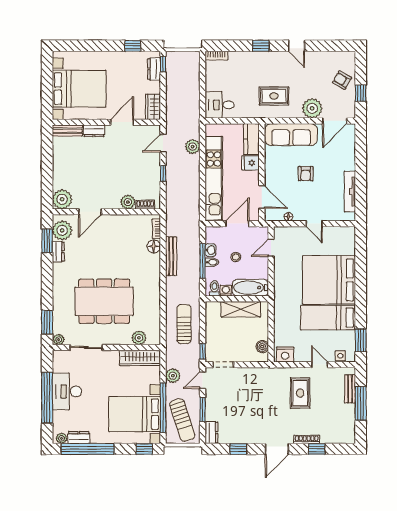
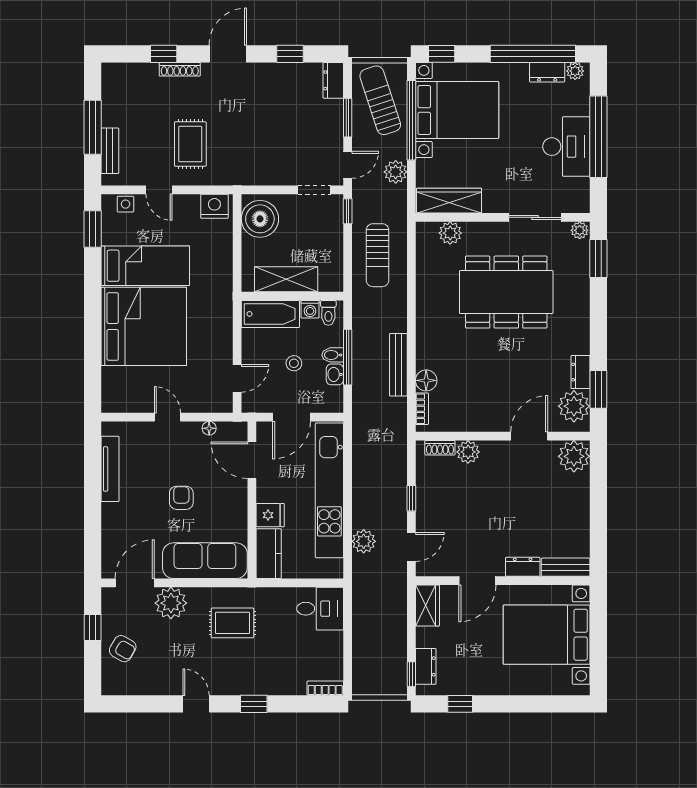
boiler: (262, 347) -> (260, 219), width x1.86, depth x1.86

